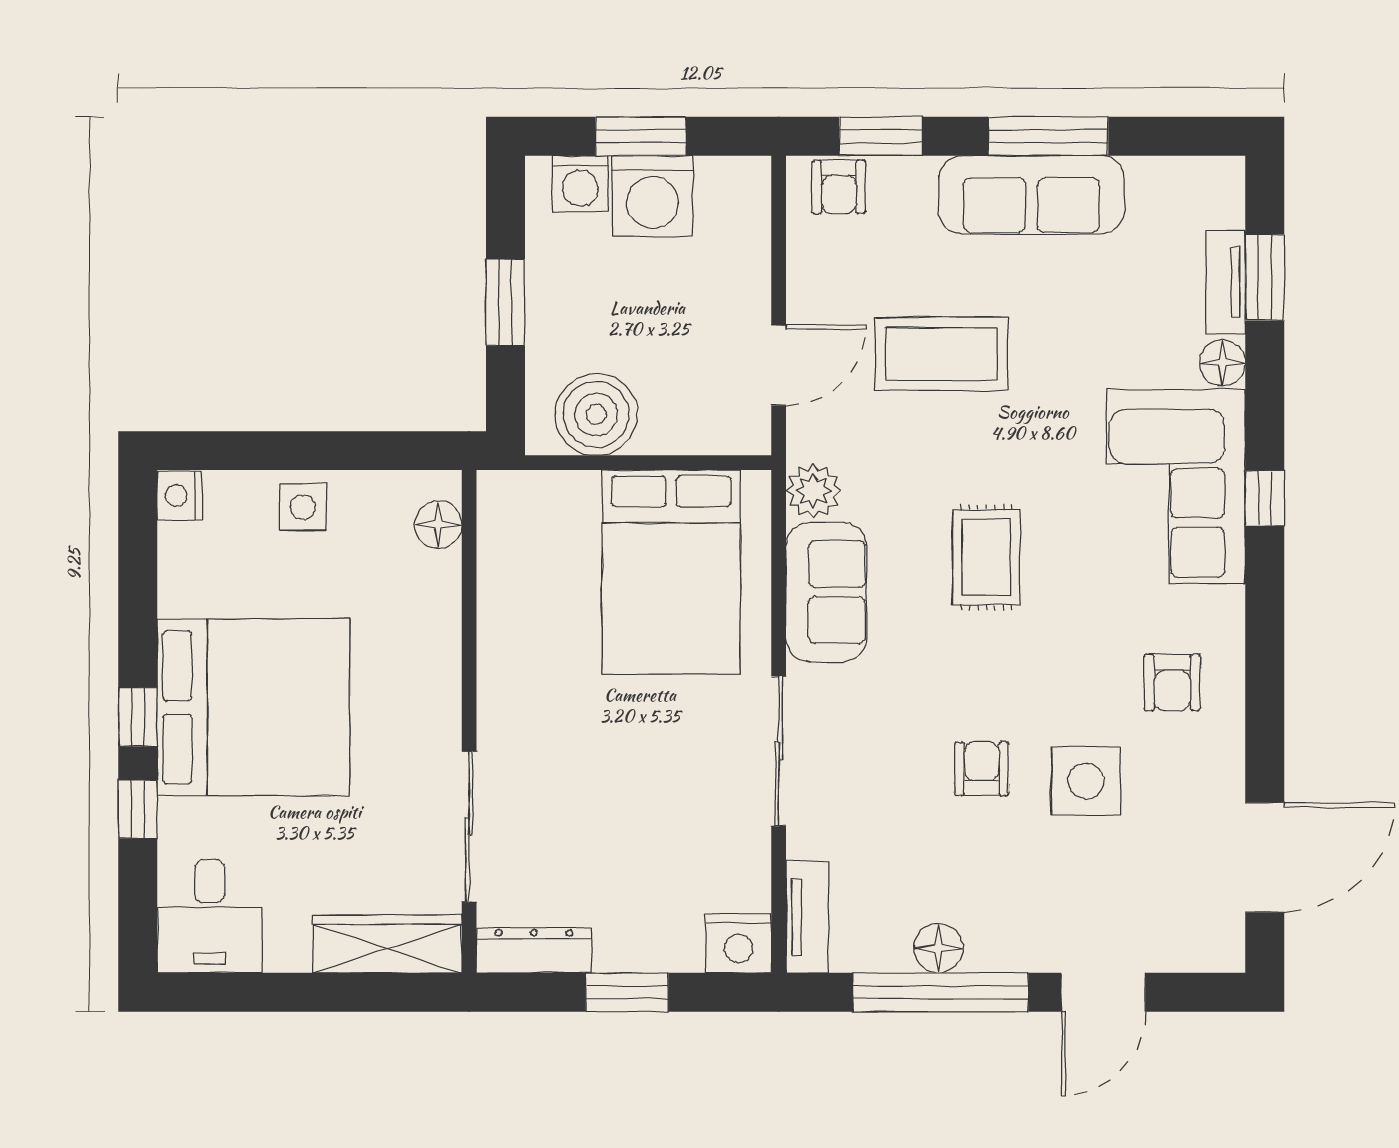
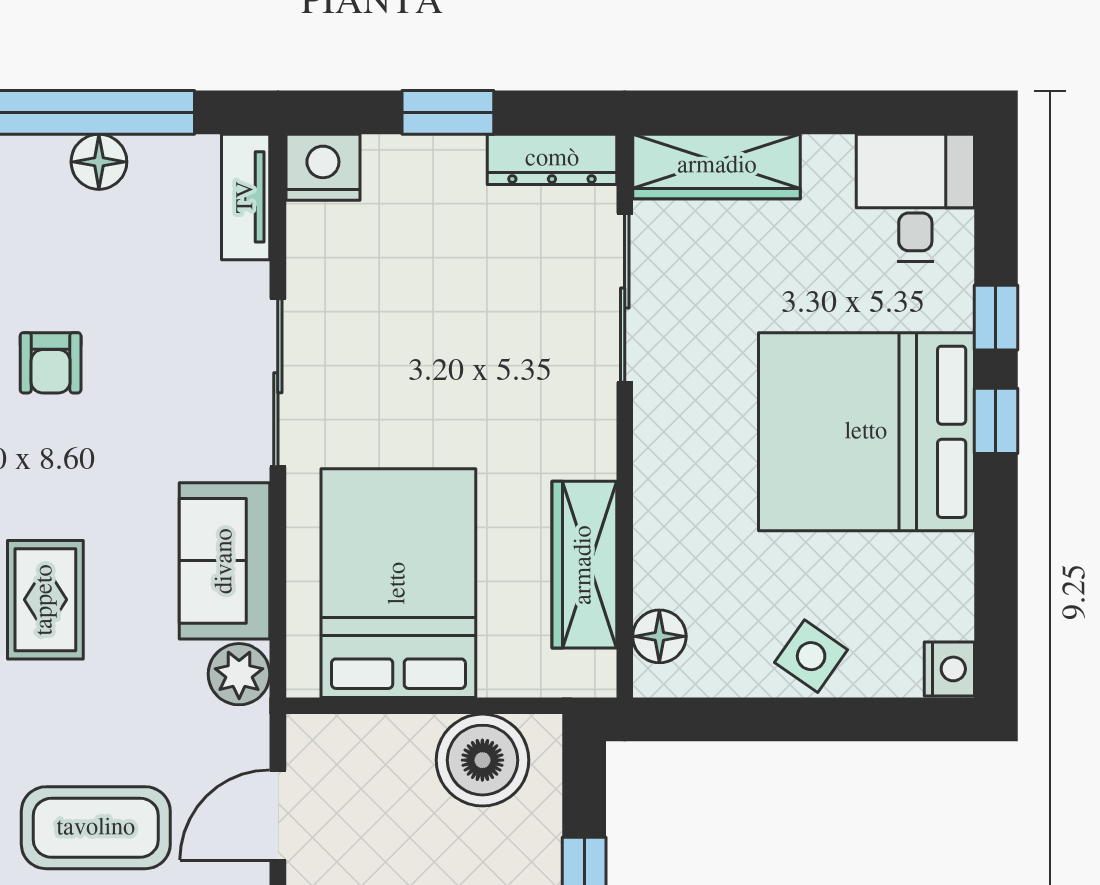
side table: (303, 507) -> (811, 656), turned 35
wardrobe: (505, 589) -> (584, 565), added

